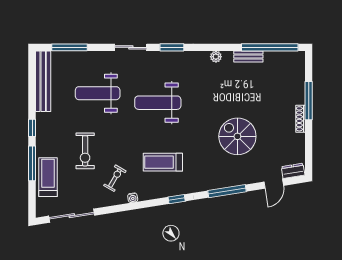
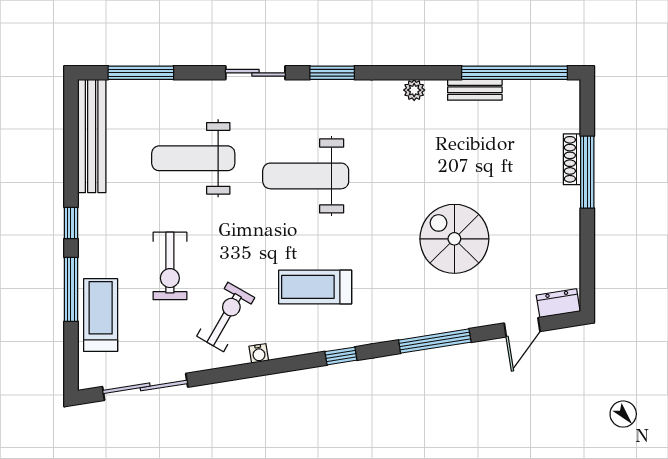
shoe rack: (300, 119) -> (572, 159), moved
exercise bike: (115, 178) -> (226, 317), width x1.38, depth x1.39

